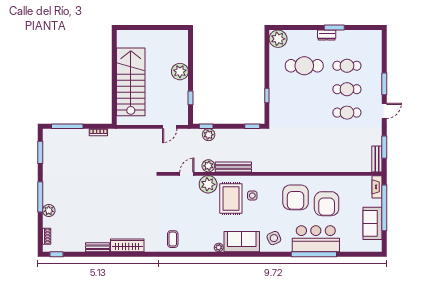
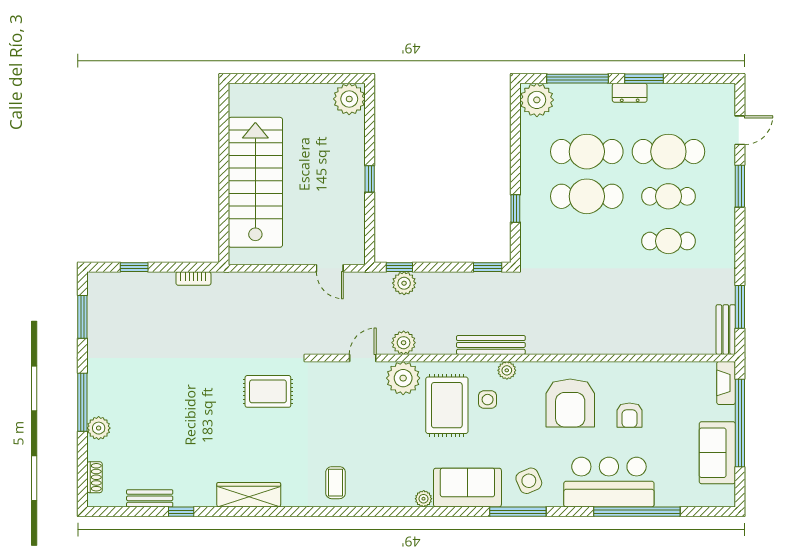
window: (299, 28) -> (578, 79), added
cafe table: (347, 66) -> (668, 152), width x1.37, depth x1.35
plant: (180, 72) -> (349, 99), moved
cafe table: (304, 89) -> (587, 196), added
window: (191, 98) -> (370, 179), moved
door: (384, 111) -> (740, 130), moved
window: (67, 126) -> (134, 267), width x0.46
door: (170, 127) -> (330, 268), hinge flipped
bench: (233, 167) -> (491, 345), moved
plant: (262, 180) -> (507, 370), added
rug: (137, 191) -> (268, 391), added
armchair: (327, 204) -> (629, 415), width x0.53, depth x0.53
bench: (98, 247) -> (150, 498), moved
window: (57, 254) -> (181, 512), moved
window: (268, 254) -> (518, 512), added
window: (314, 254) -> (637, 512), moved

